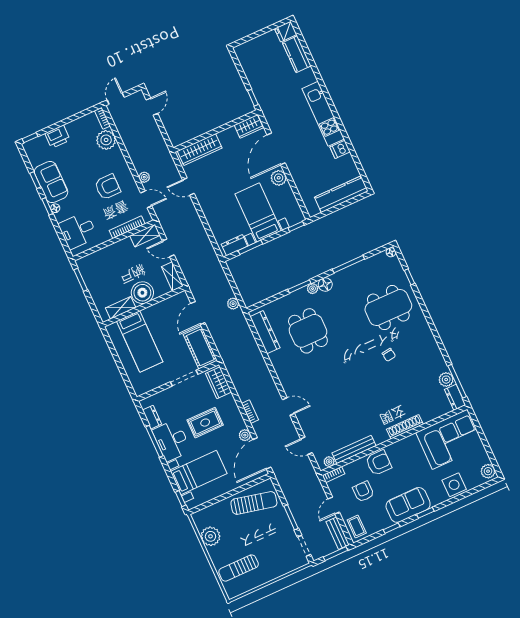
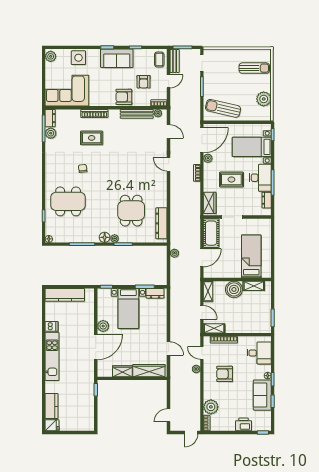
wardrobe: (249, 126) -> (122, 371), moved
rug: (395, 396) -> (92, 138), added

